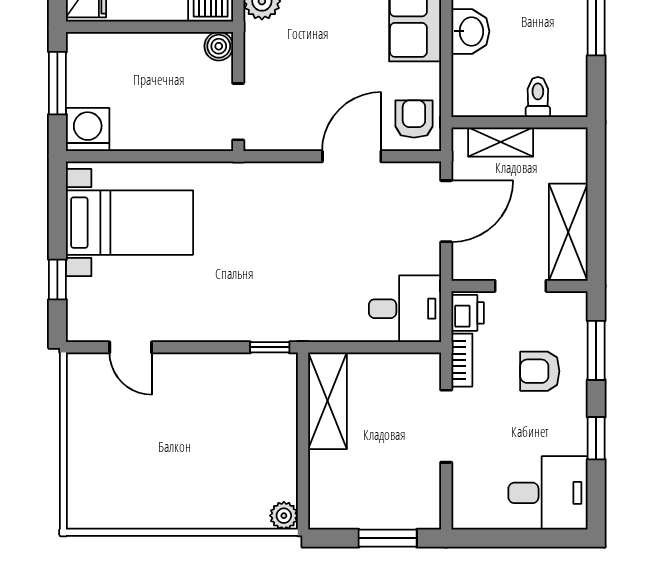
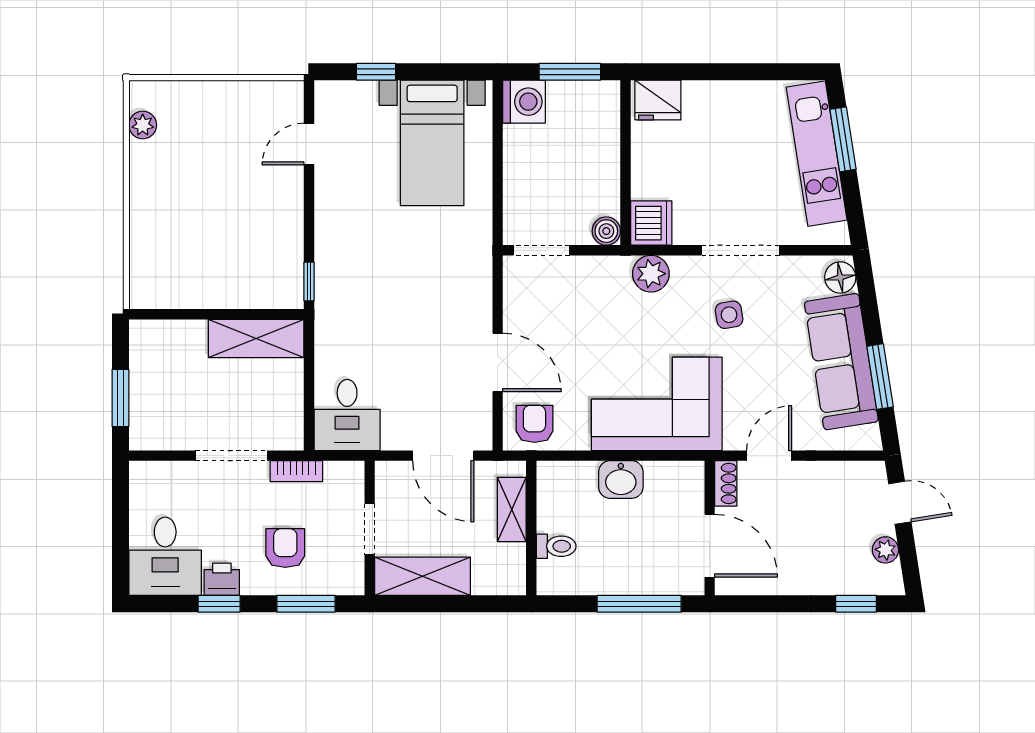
armchair: (414, 119) -> (534, 424), turned -90
printer: (468, 313) -> (222, 579), moved, turned 180
plant: (284, 516) -> (143, 125), moved

